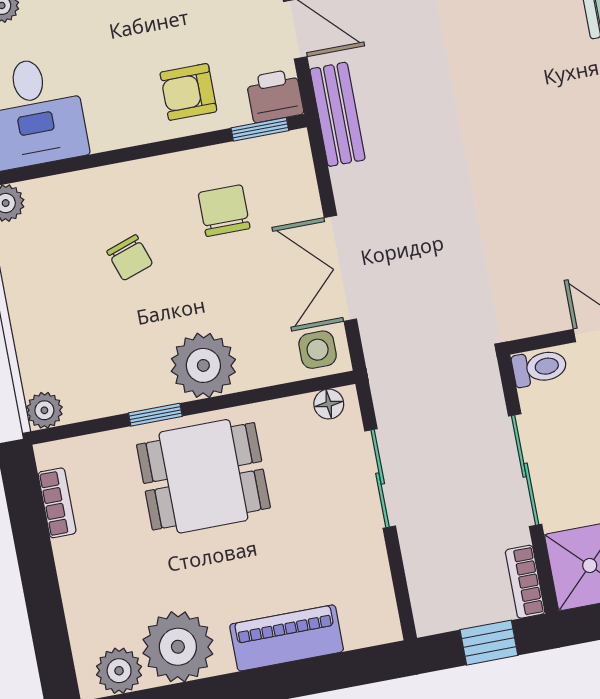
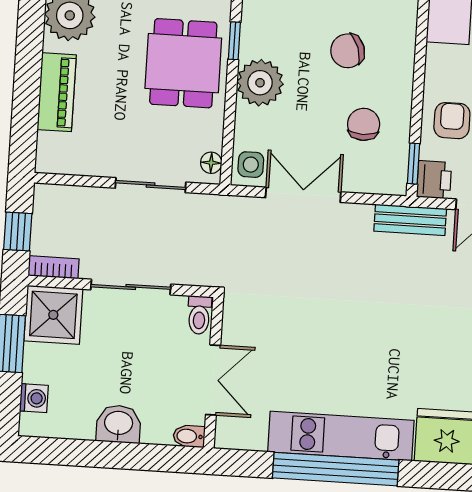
chair: (224, 211) -> (364, 124), turned -90
chair: (130, 258) -> (348, 51), width x1.37, depth x1.37

